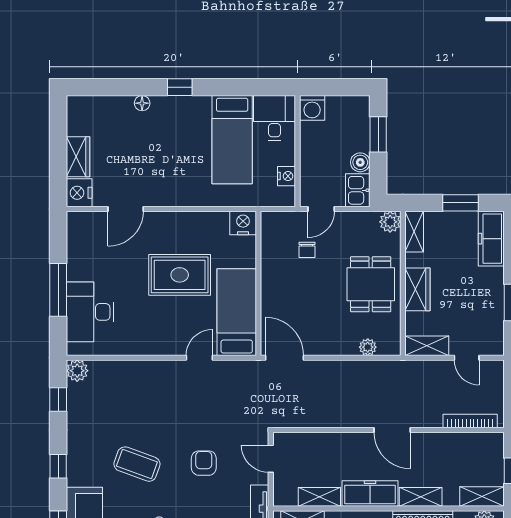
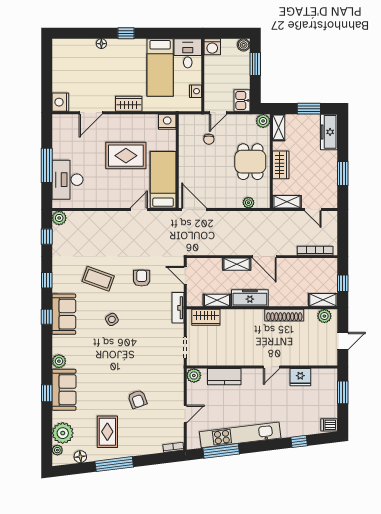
wardrobe: (78, 157) -> (129, 104), moved, turned -90
boiler: (360, 162) -> (244, 45), moved
shelving: (421, 497) -> (237, 264), moved

